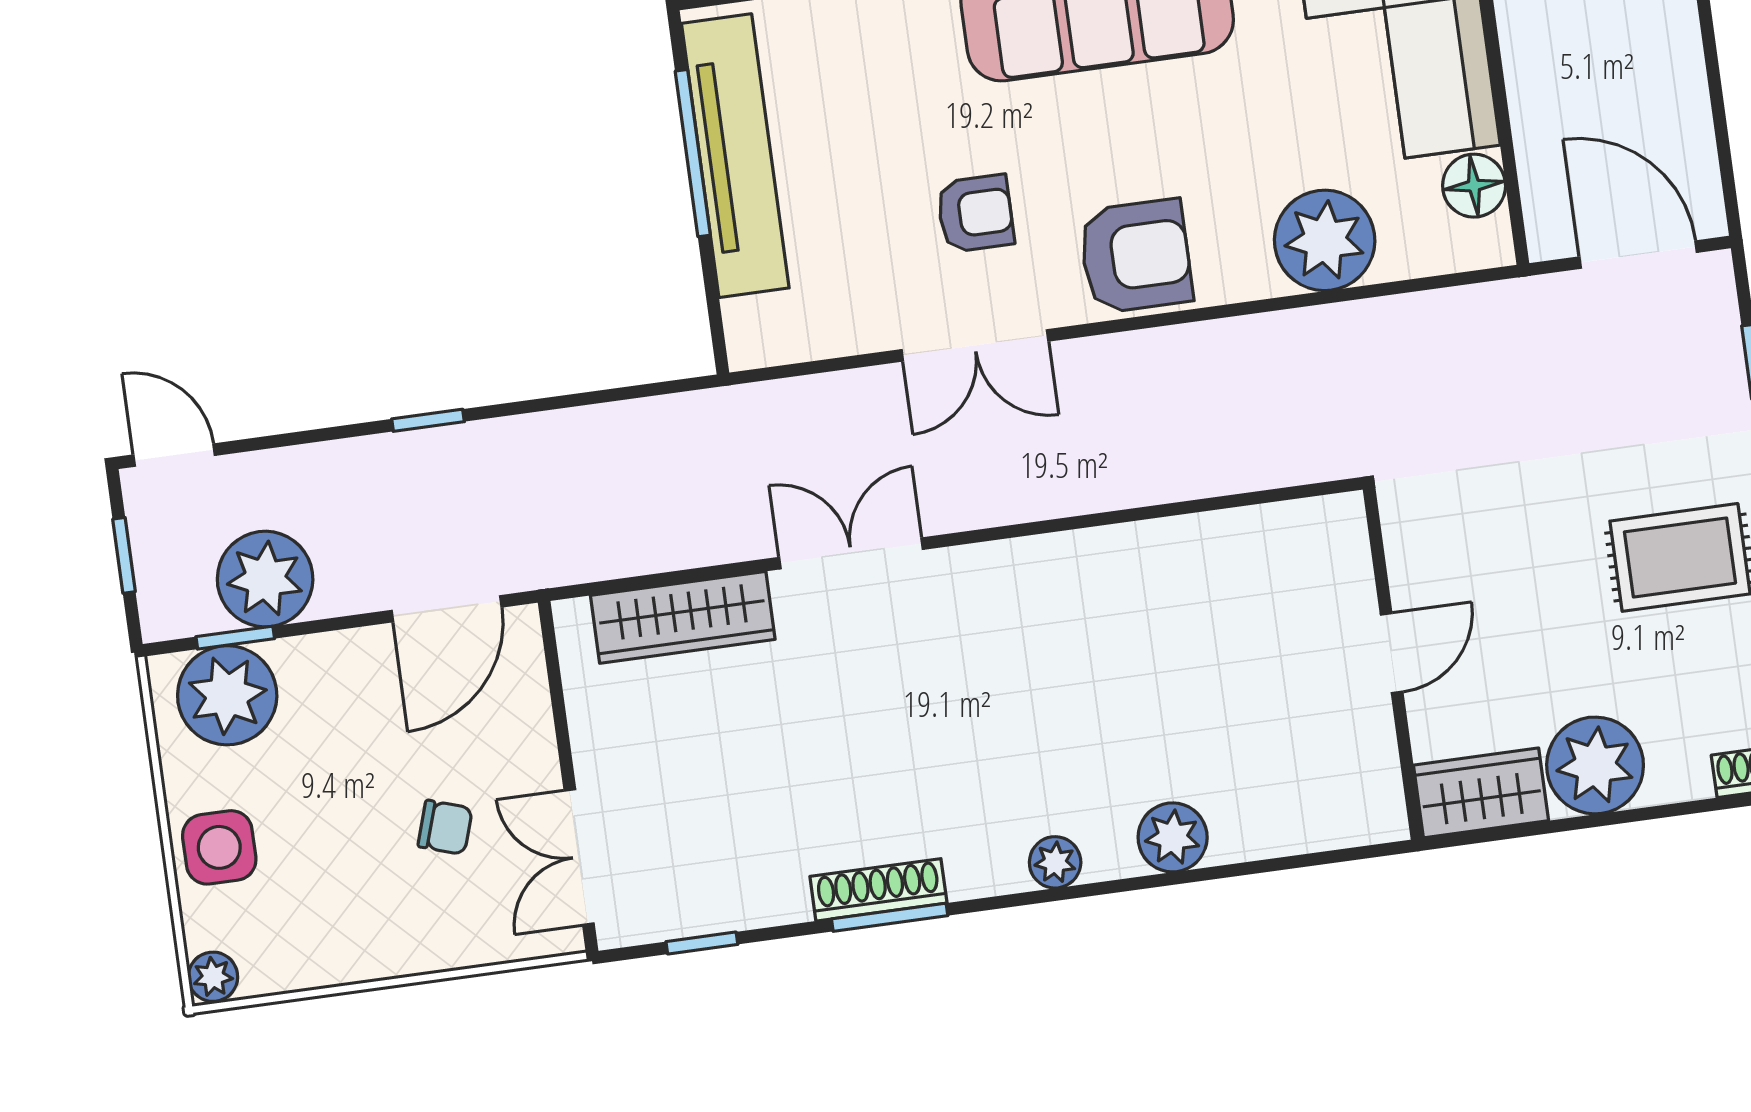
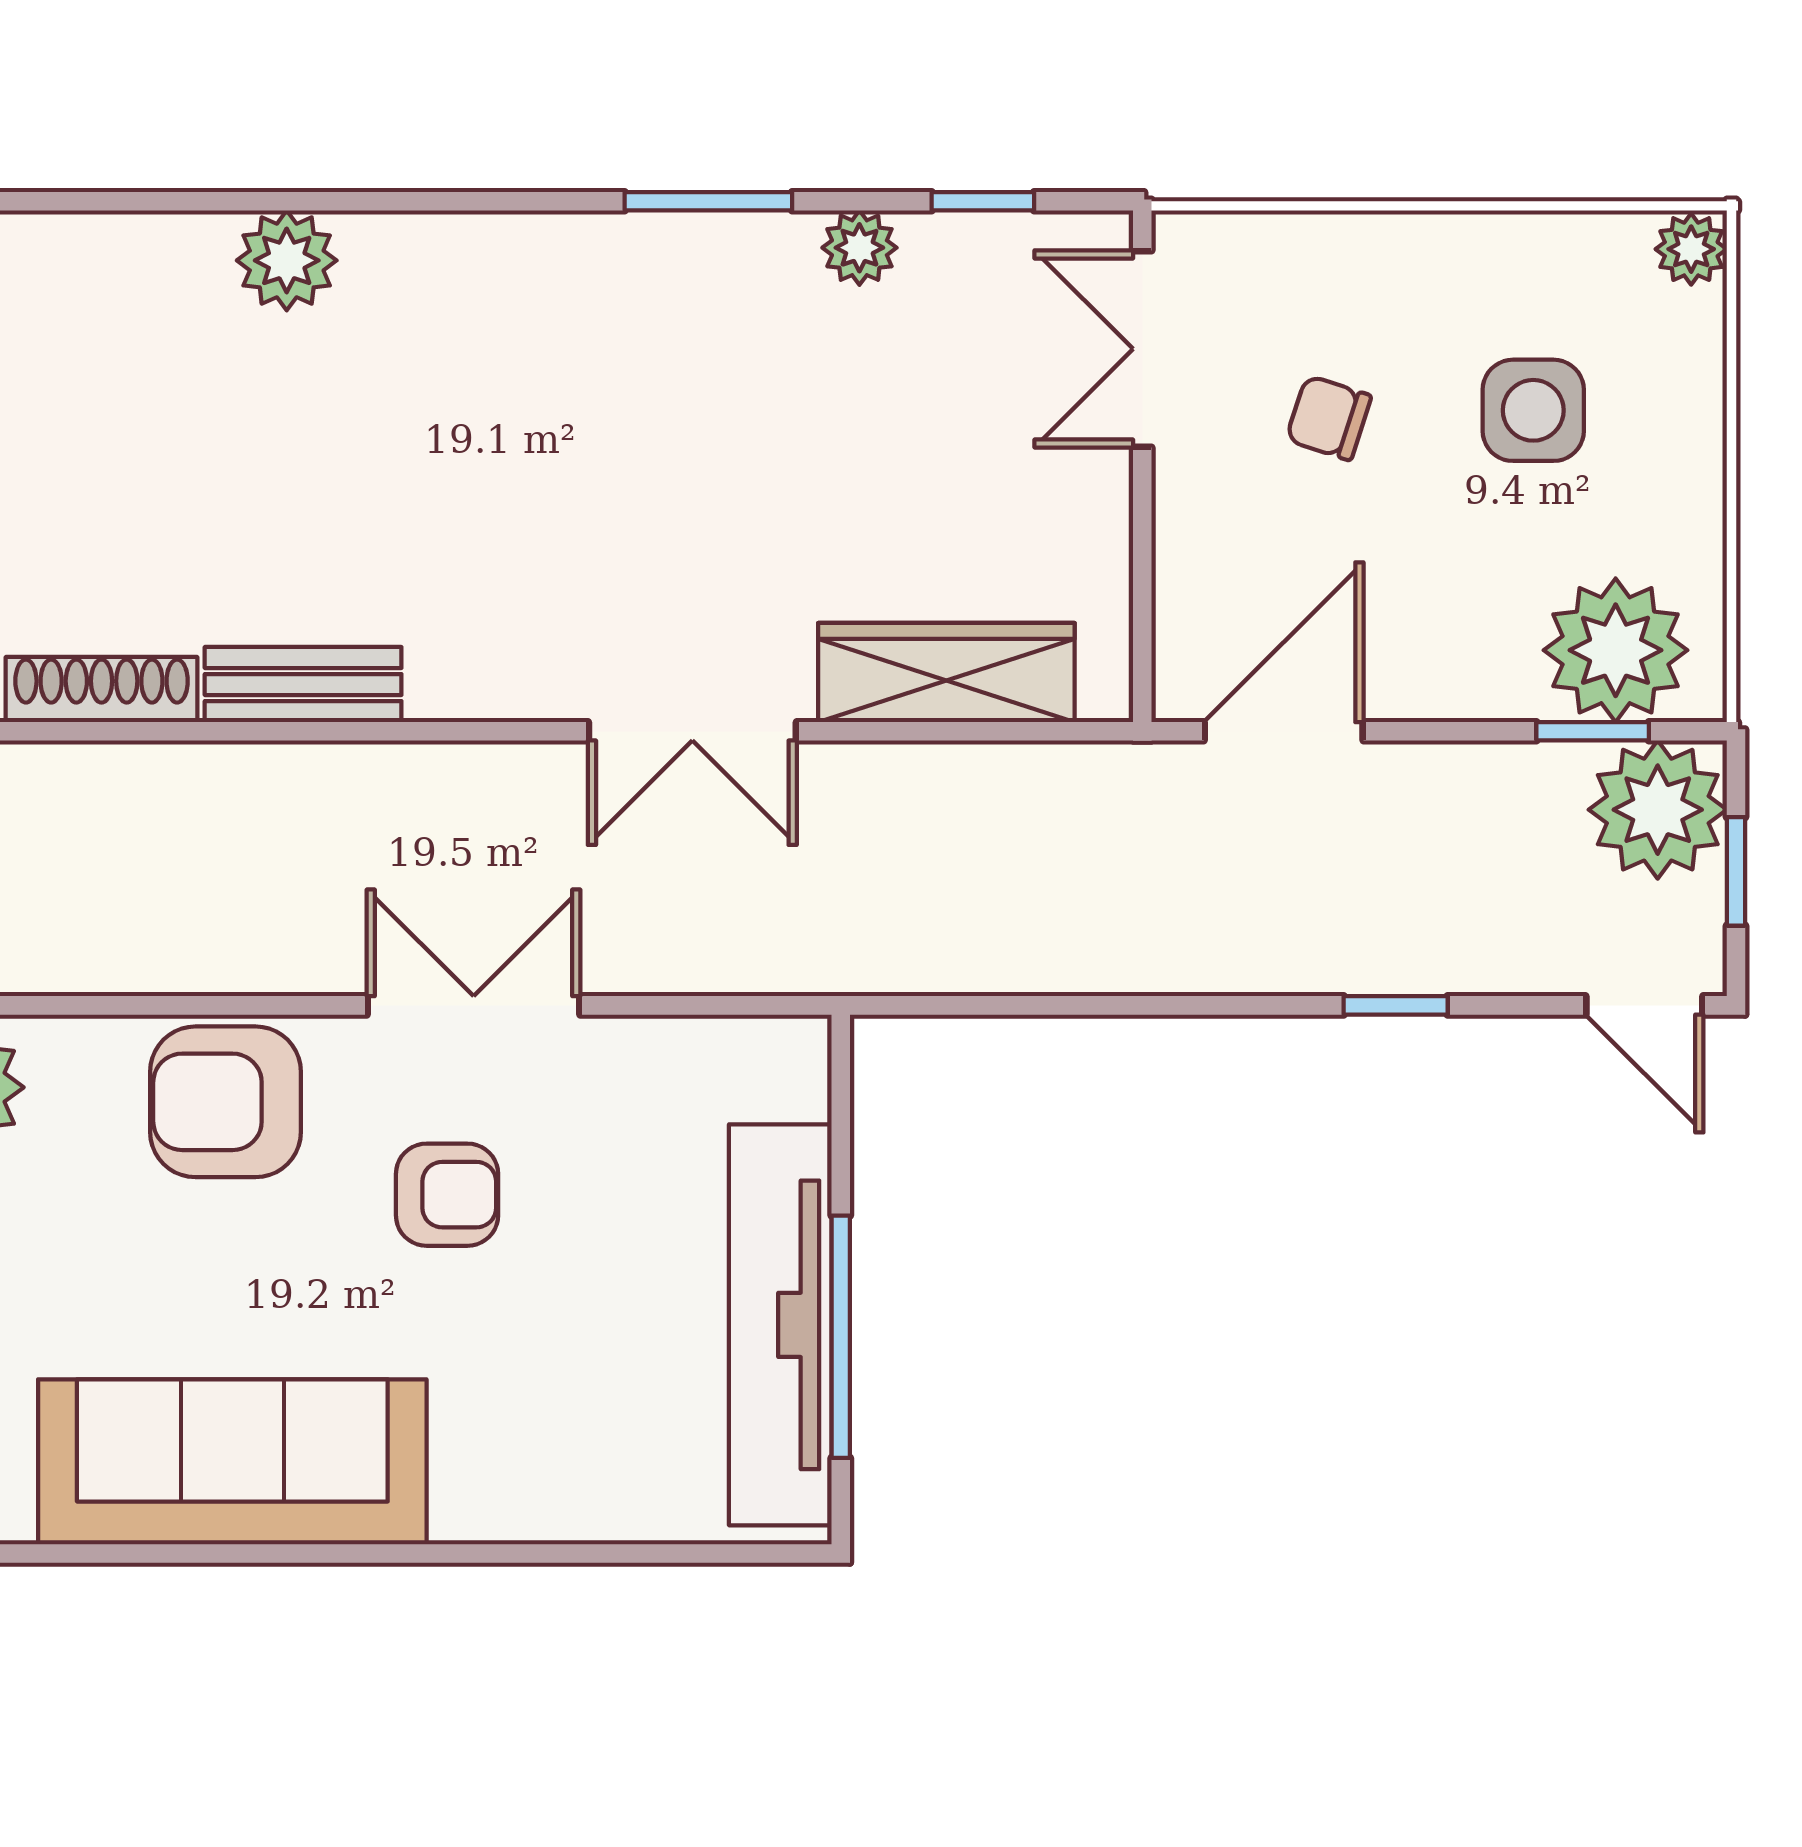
armchair: (975, 213) -> (447, 1195), turned 180
window: (428, 420) -> (1396, 1005), moved
bench: (1122, 549) -> (303, 685), added
plant: (265, 579) -> (1658, 810), moved
side table: (219, 847) -> (1533, 410), moved
double door: (579, 857) -> (1142, 349), swing flipped
plant: (1055, 862) -> (859, 248), moved
shoe rack: (878, 890) -> (102, 690), moved, turned 180

